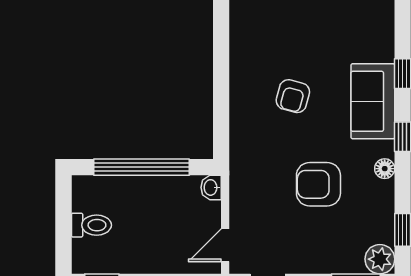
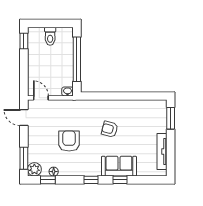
sofa: (373, 101) -> (119, 166), moved
floor lamp: (385, 169) -> (54, 172), moved

